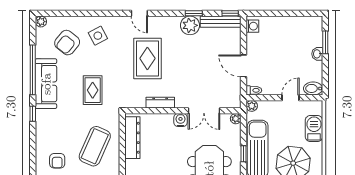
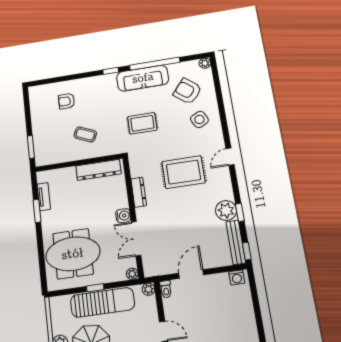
coffee table: (95, 146) -> (85, 134), width x0.54, depth x0.58

